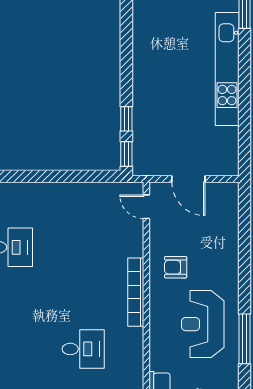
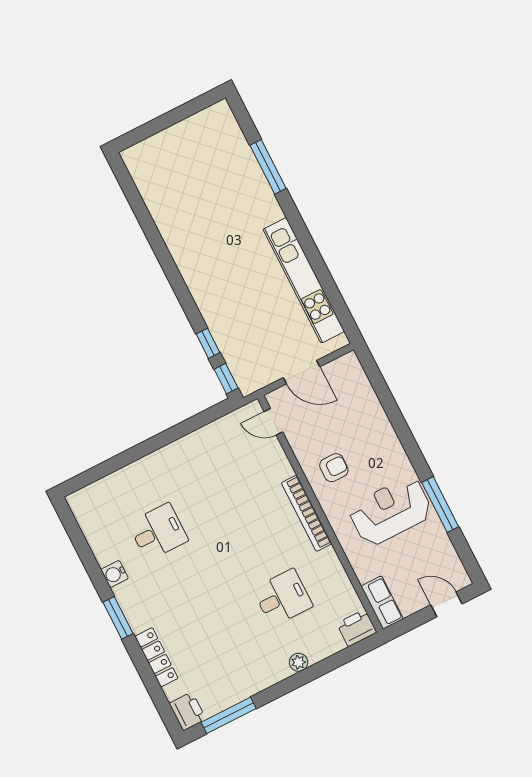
kitchen unit: (227, 69) -> (304, 280), moved
armchair: (176, 267) -> (334, 468), turned 180
reception desk: (203, 324) -> (390, 511), turned 90

